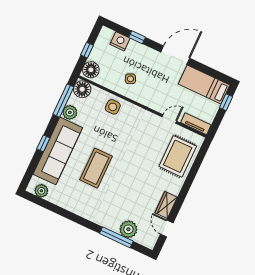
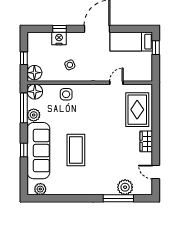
nightstand: (120, 41) -> (59, 39), moved
tv unit: (196, 124) -> (140, 76), removed
wardrobe: (166, 205) -> (146, 141), moved

